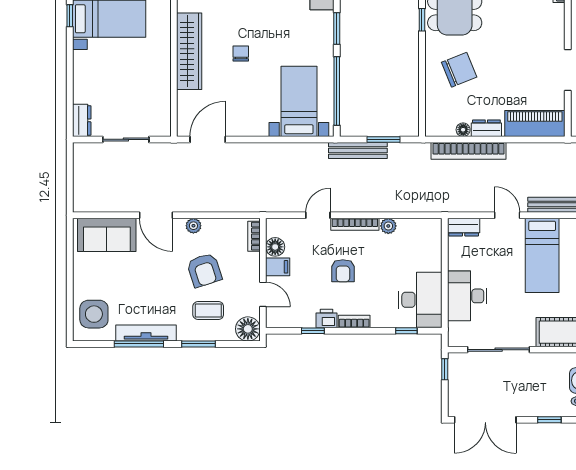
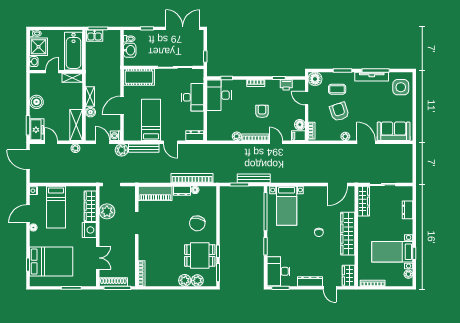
chair: (459, 70) -> (197, 223), turned -56
wardrobe: (161, 110) -> (364, 201), added
dresser: (82, 120) -> (408, 210), moved
door: (318, 215) -> (276, 142), swing flipped
filing cabinet: (278, 267) -> (298, 136), moved
printer: (327, 318) -> (286, 85), moved

